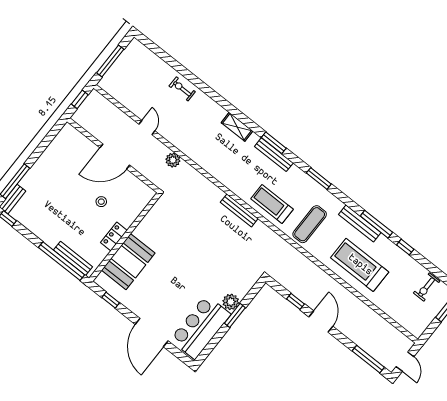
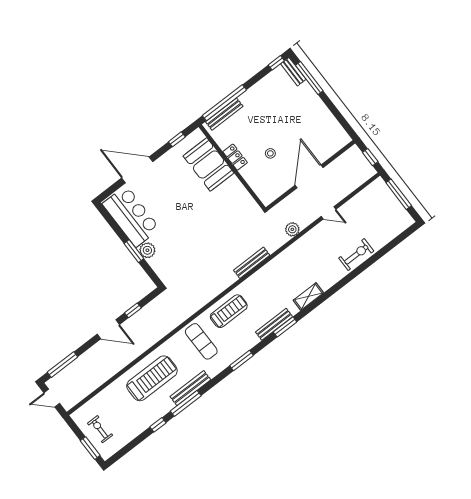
exercise bike: (182, 89) -> (356, 255), width x1.38, depth x1.39
bench: (239, 210) -> (252, 263), moved
exercise bike: (427, 287) -> (100, 429), moved

